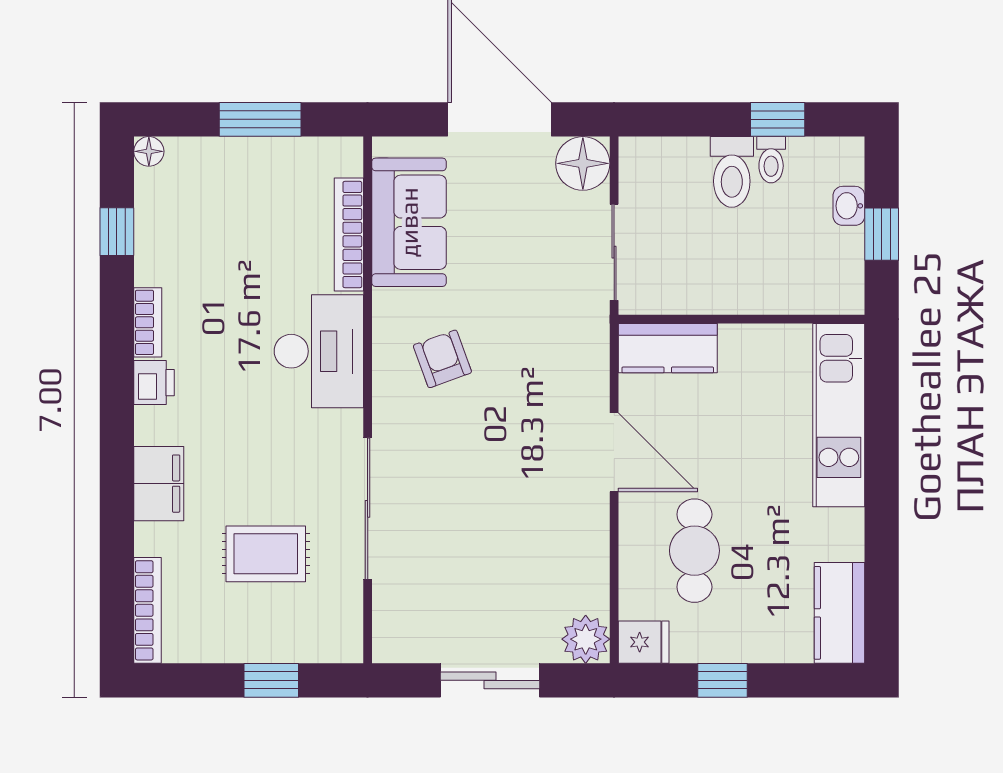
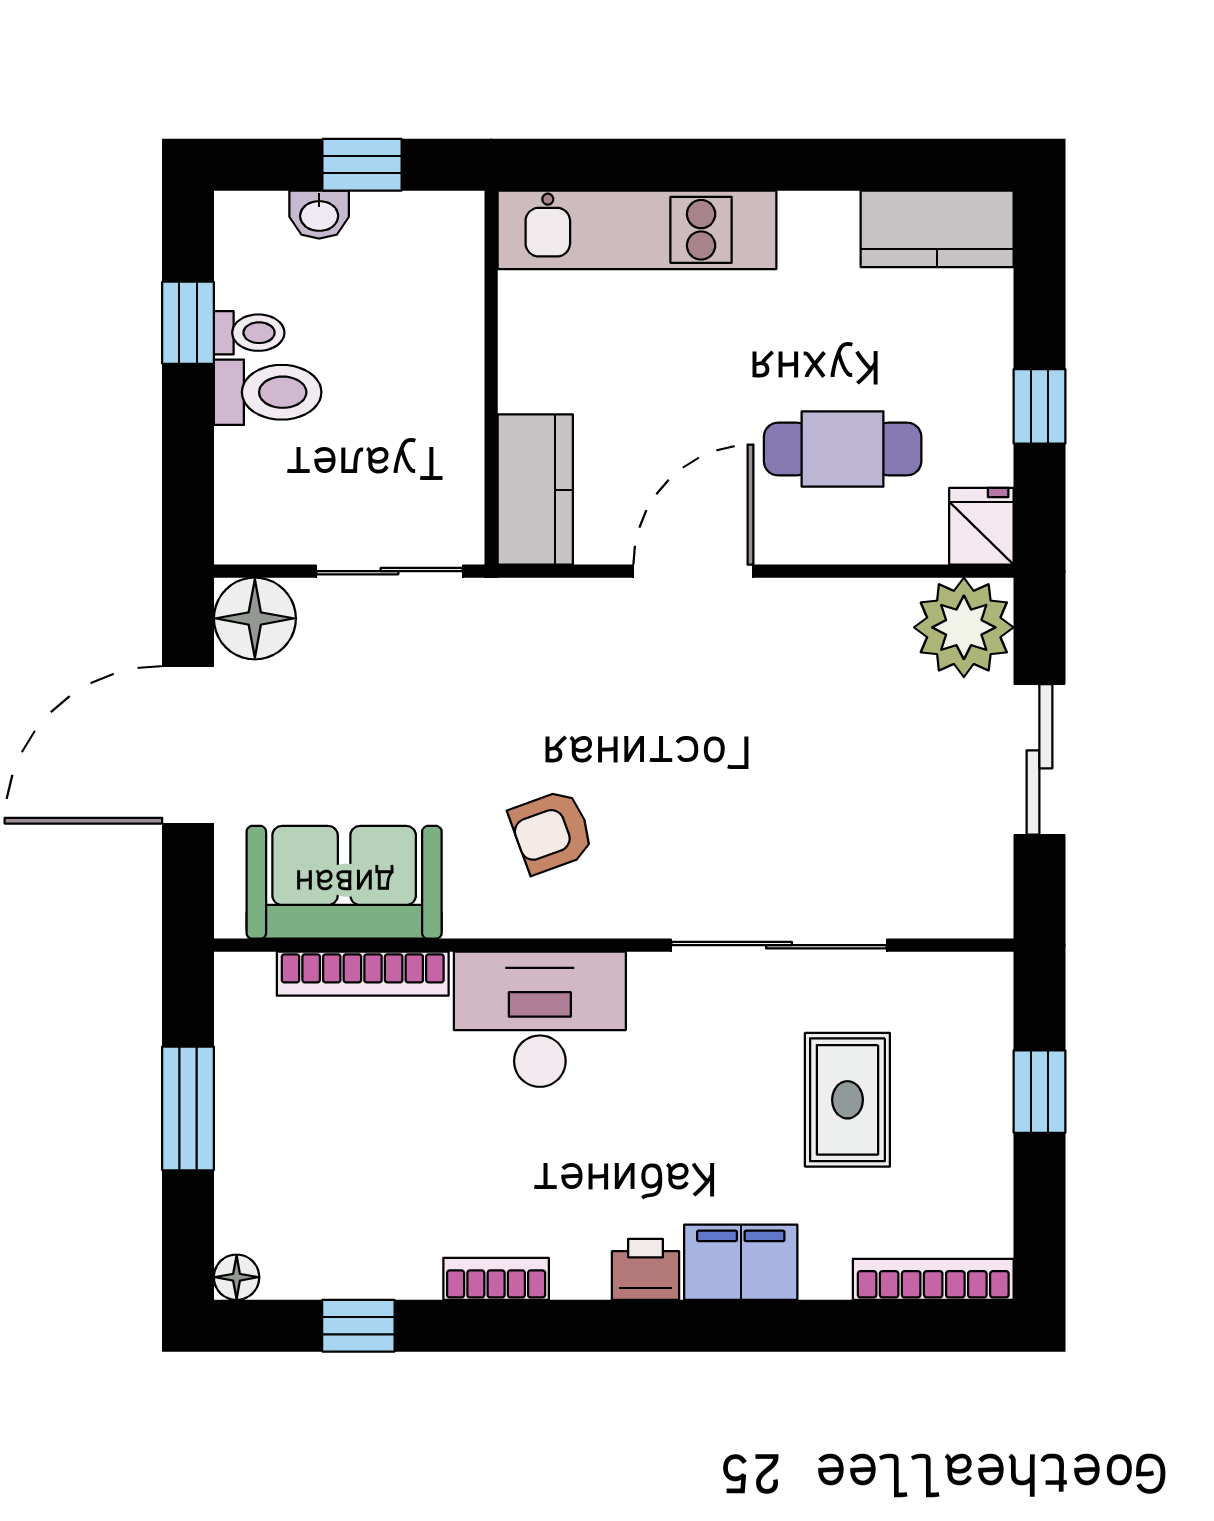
printer: (154, 383) -> (646, 1269), moved
plant: (586, 639) -> (964, 627), width x1.36, depth x1.36

